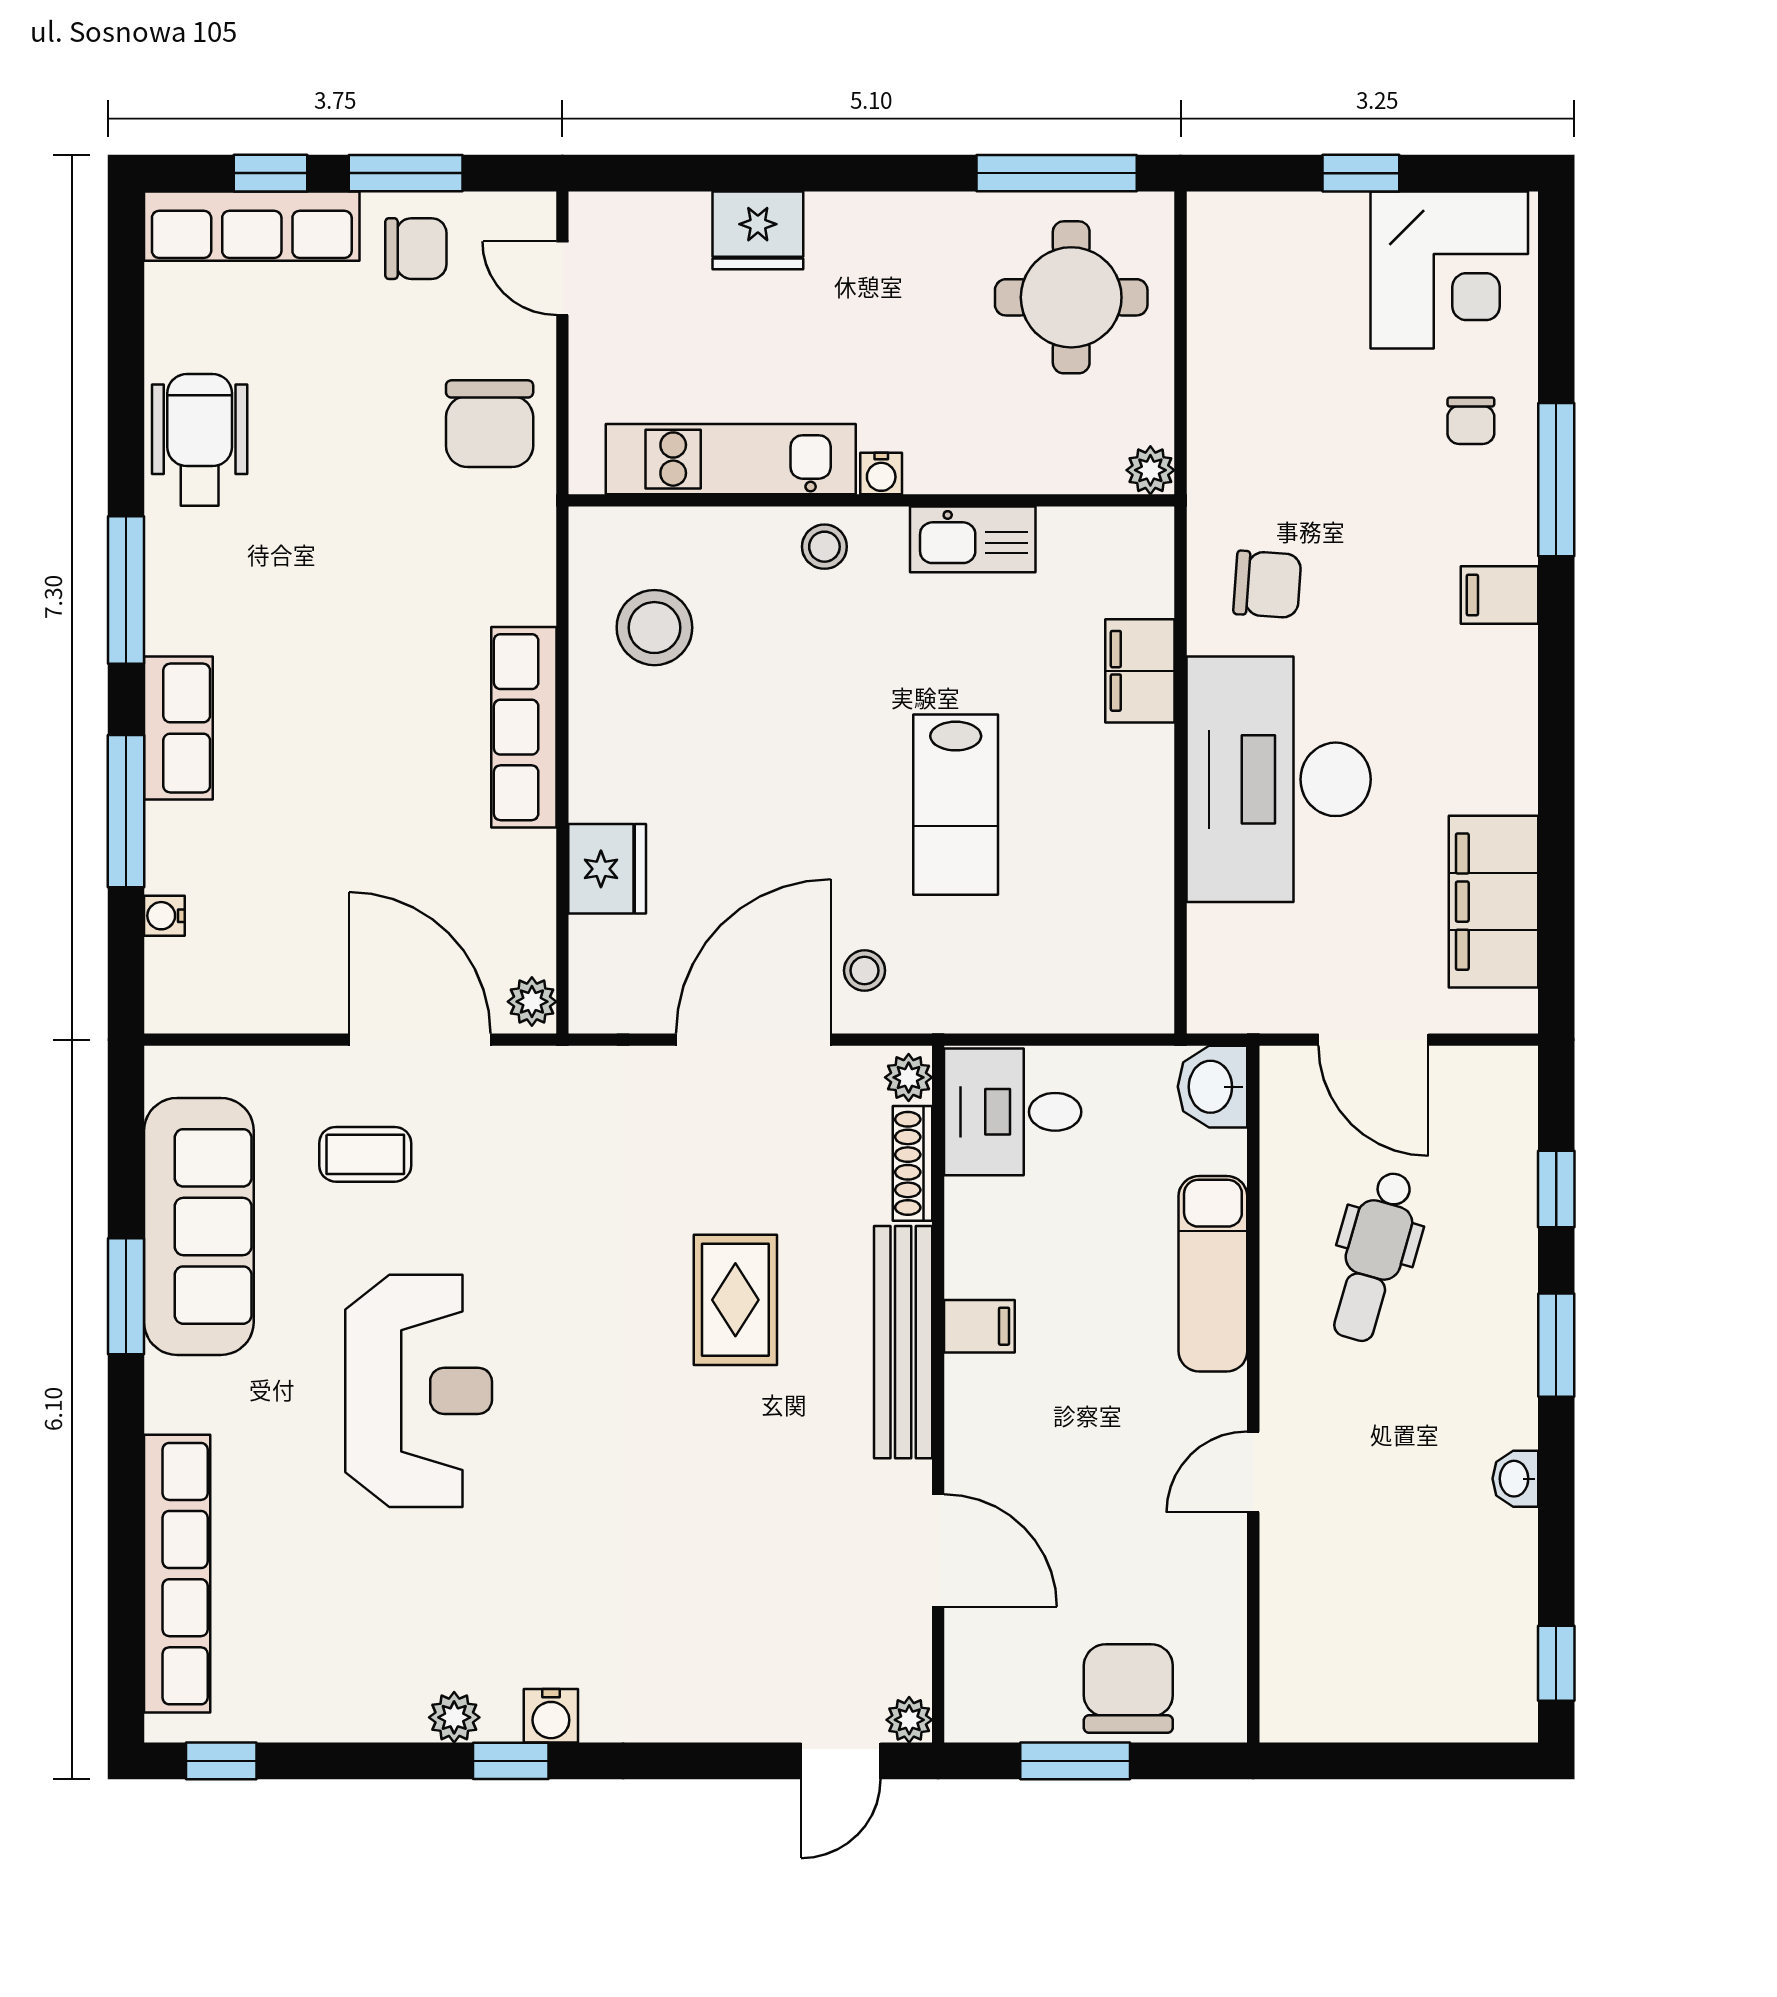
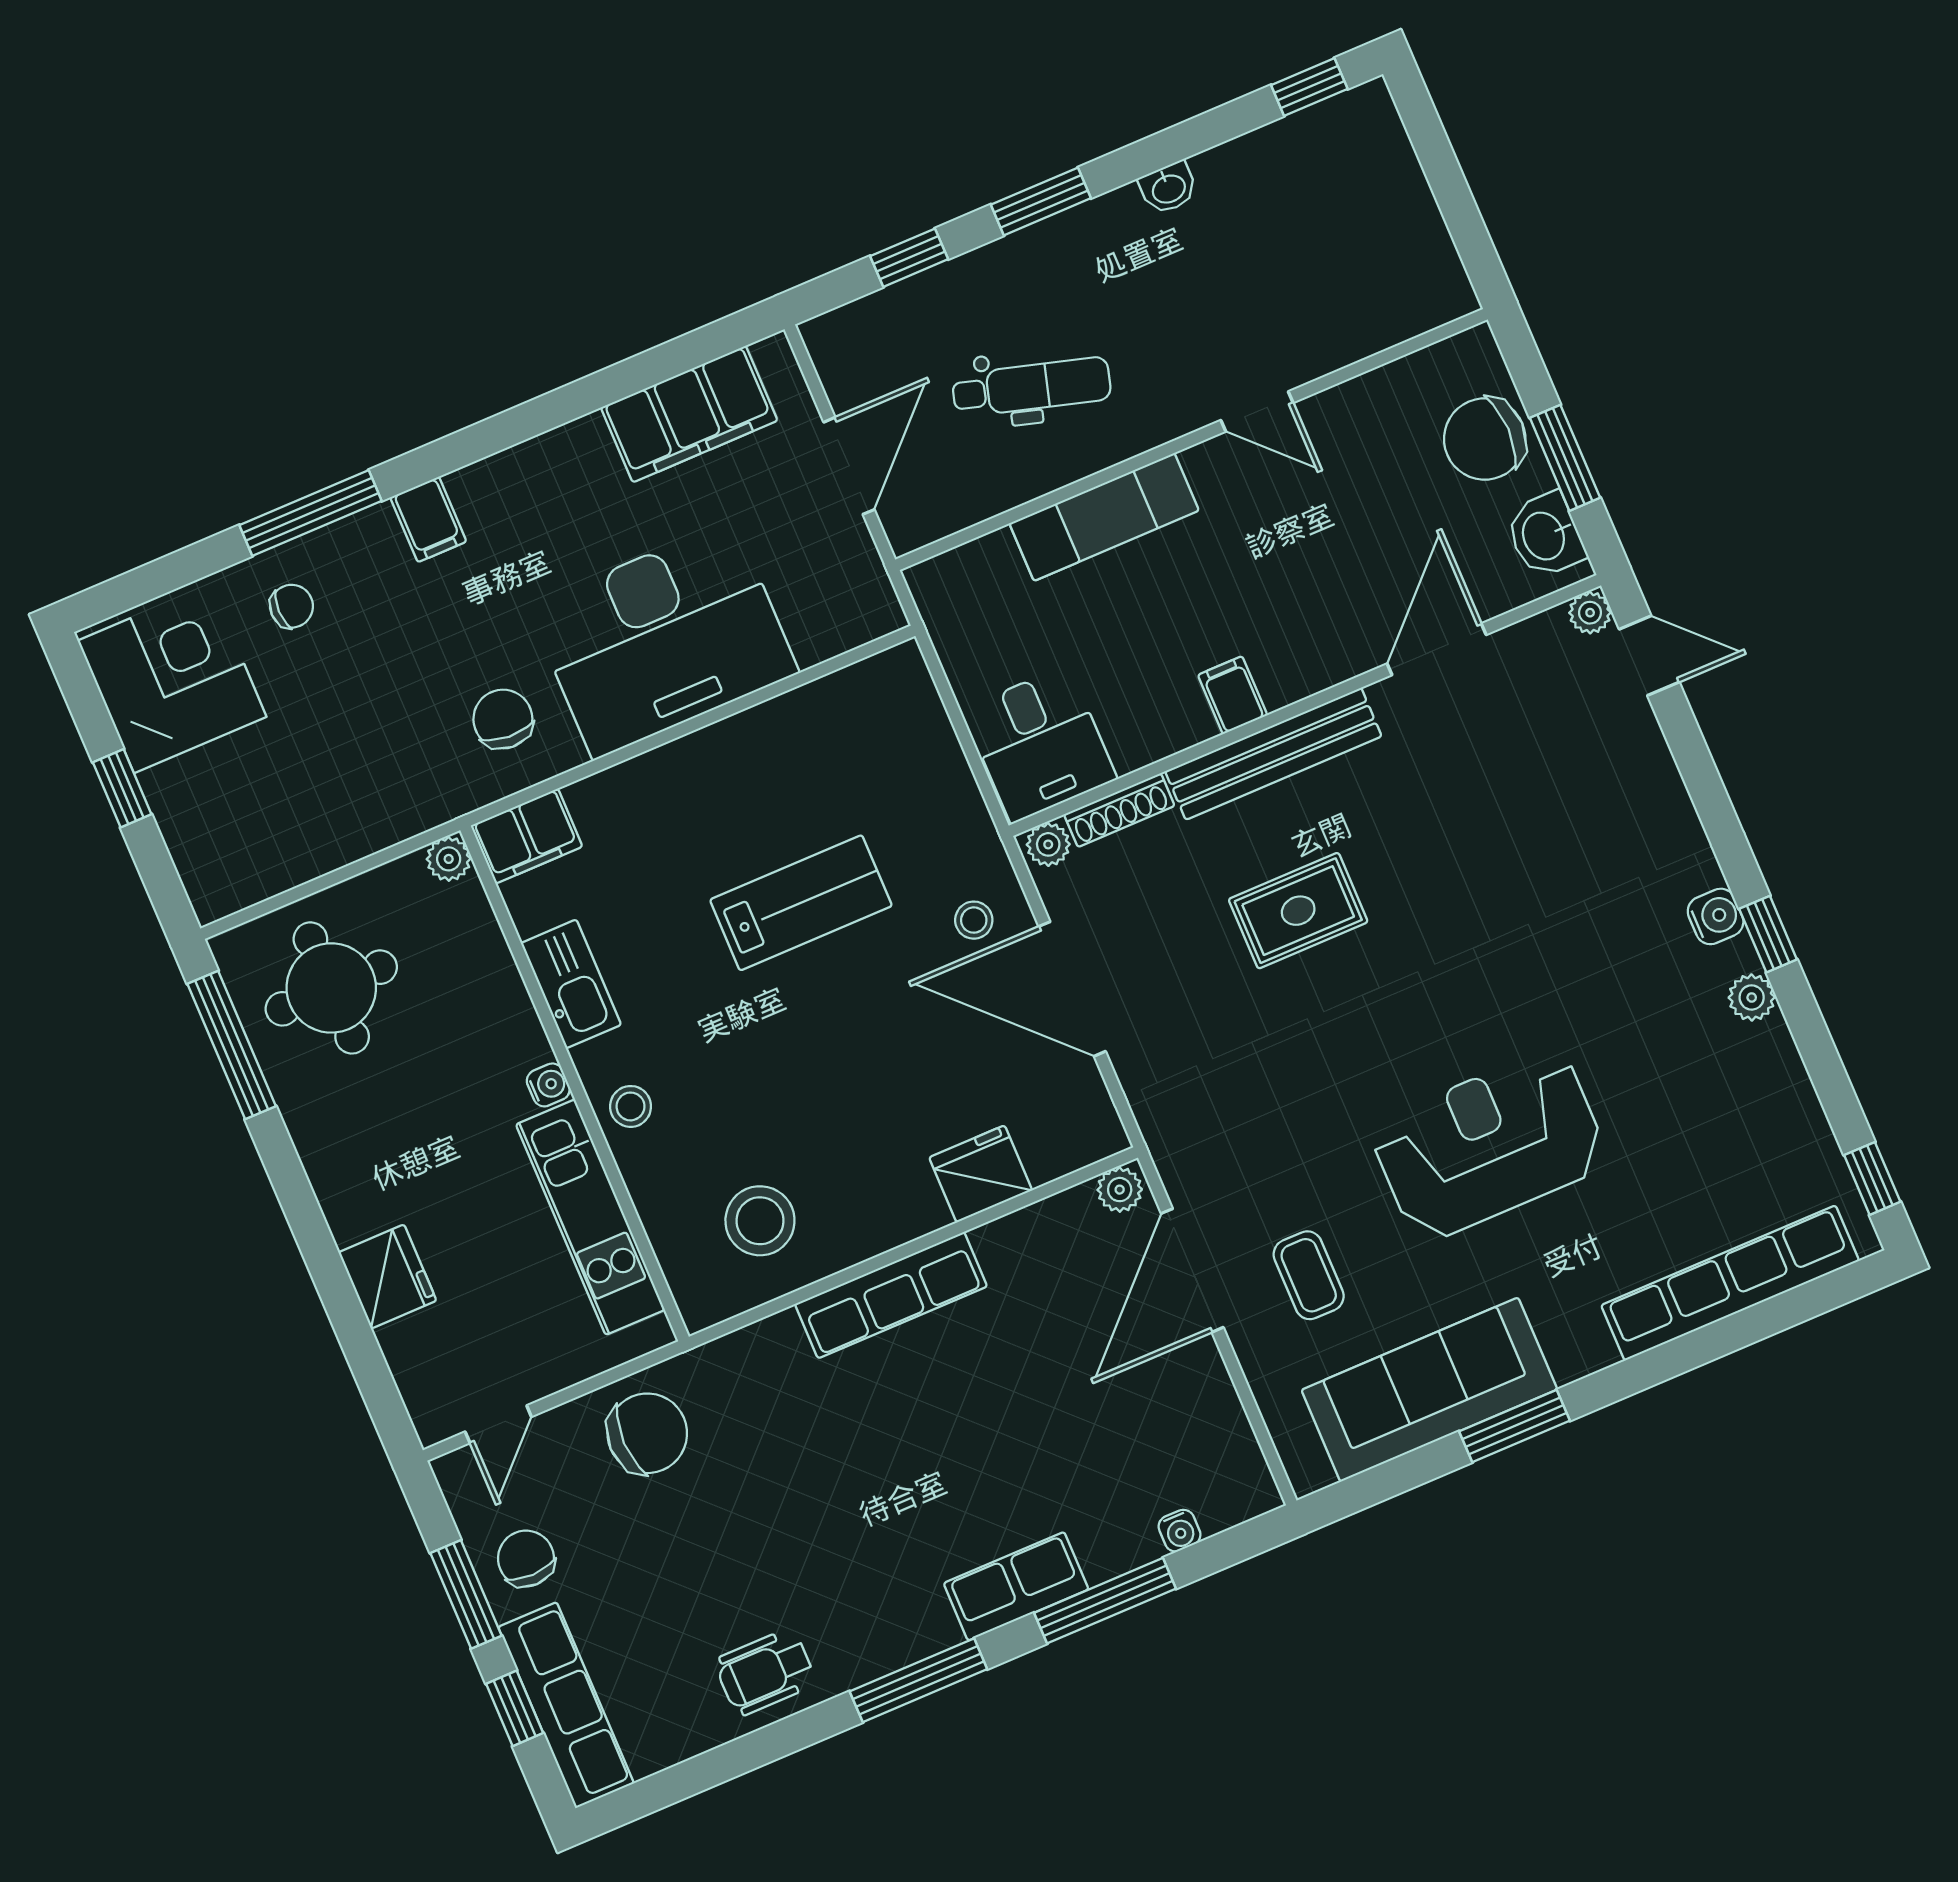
wheelchair: (200, 440) -> (765, 1672), width x0.73, depth x0.73
filing cabinet: (1140, 671) -> (527, 836), moved
washbasin: (1212, 1087) -> (1545, 535), moved, turned 90

